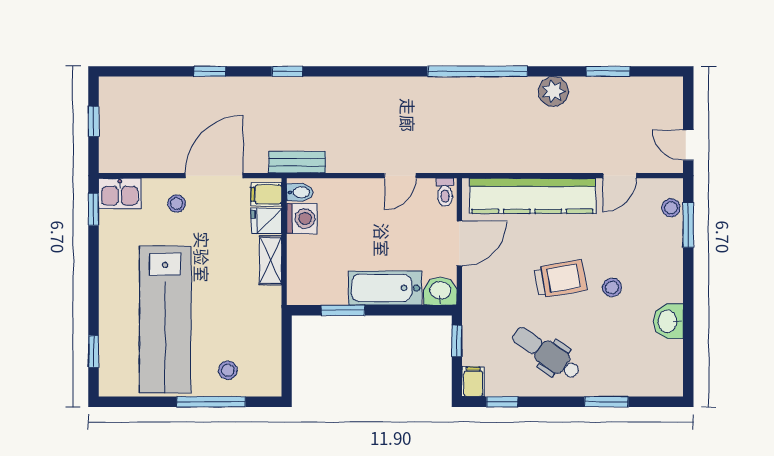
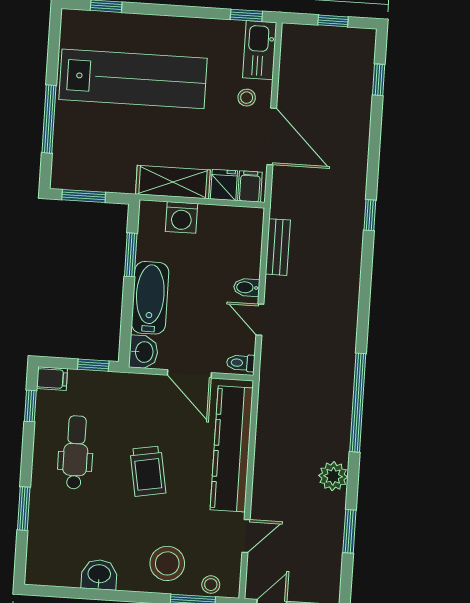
window: (210, 71) -> (379, 80), moved
bench: (297, 162) -> (278, 247), moved
door: (620, 176) -> (246, 536), swing flipped
bidet: (300, 192) -> (247, 287), moved, turned 90
kitchen sink: (120, 194) -> (260, 50), width x1.38
washing machine: (302, 219) -> (182, 217), moved
shelving: (270, 260) -> (173, 182), width x1.50, depth x1.33
stool: (612, 287) -> (167, 563), moved, width x1.89, depth x1.89
lab bench: (165, 320) -> (133, 79), turned 180
dental chair: (546, 353) -> (76, 452), turned -34
window: (287, 362) -> (84, 196), added
stool: (228, 370) -> (79, 138), removed

